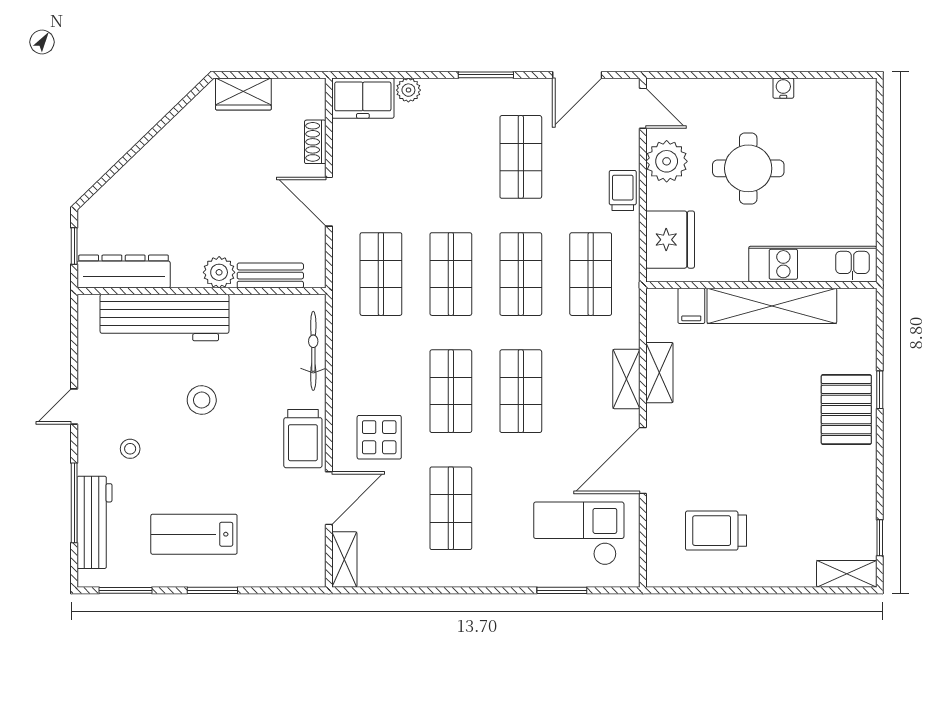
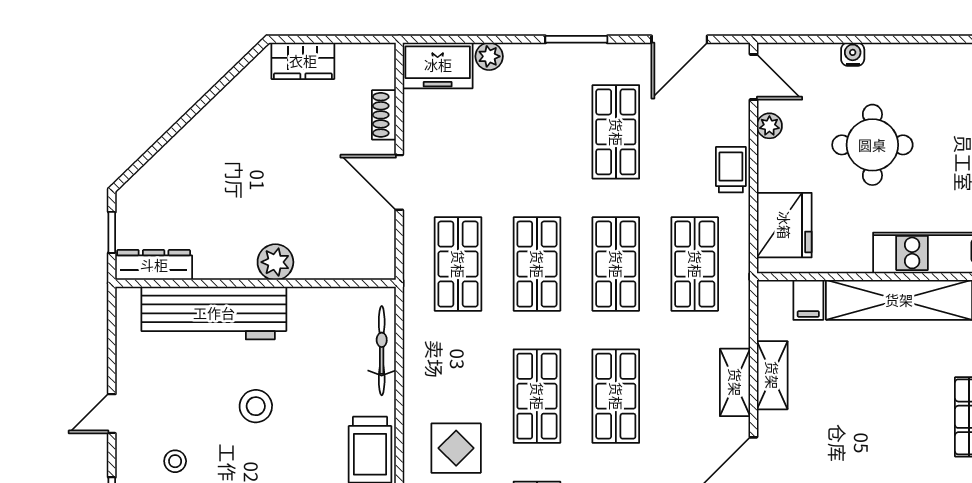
water cooler: (783, 88) -> (853, 54), moved
plant: (667, 161) -> (769, 126), width x0.53, depth x0.53
dresser: (124, 272) -> (154, 265), width x0.73, depth x0.80
bench: (270, 276) -> (333, 266), removed

